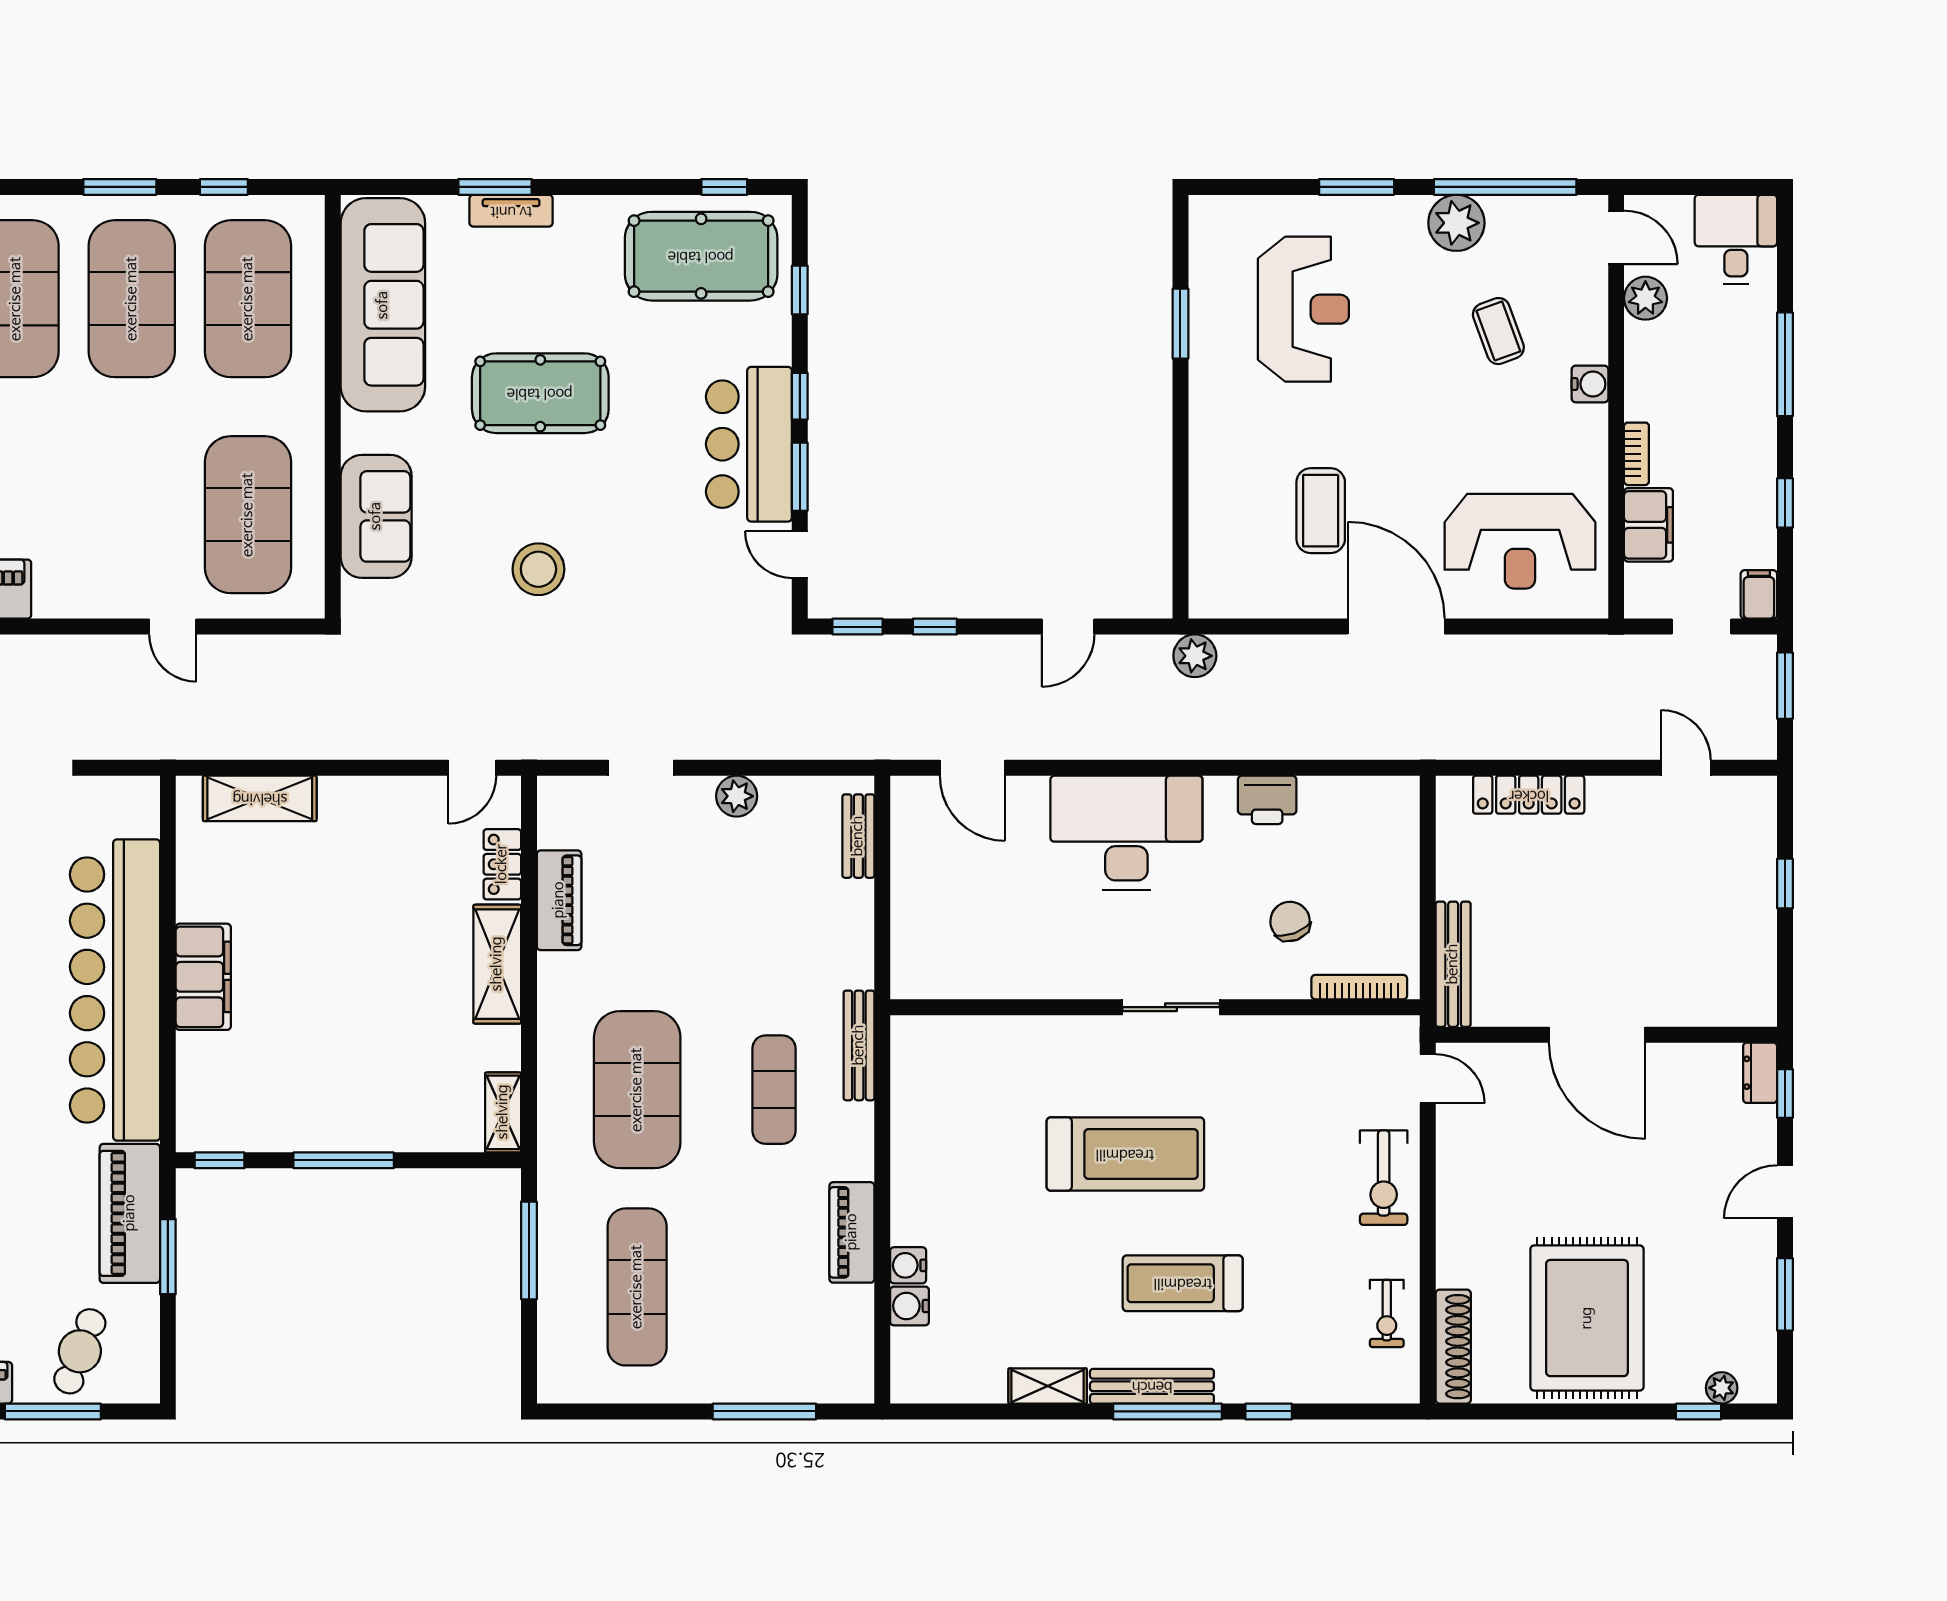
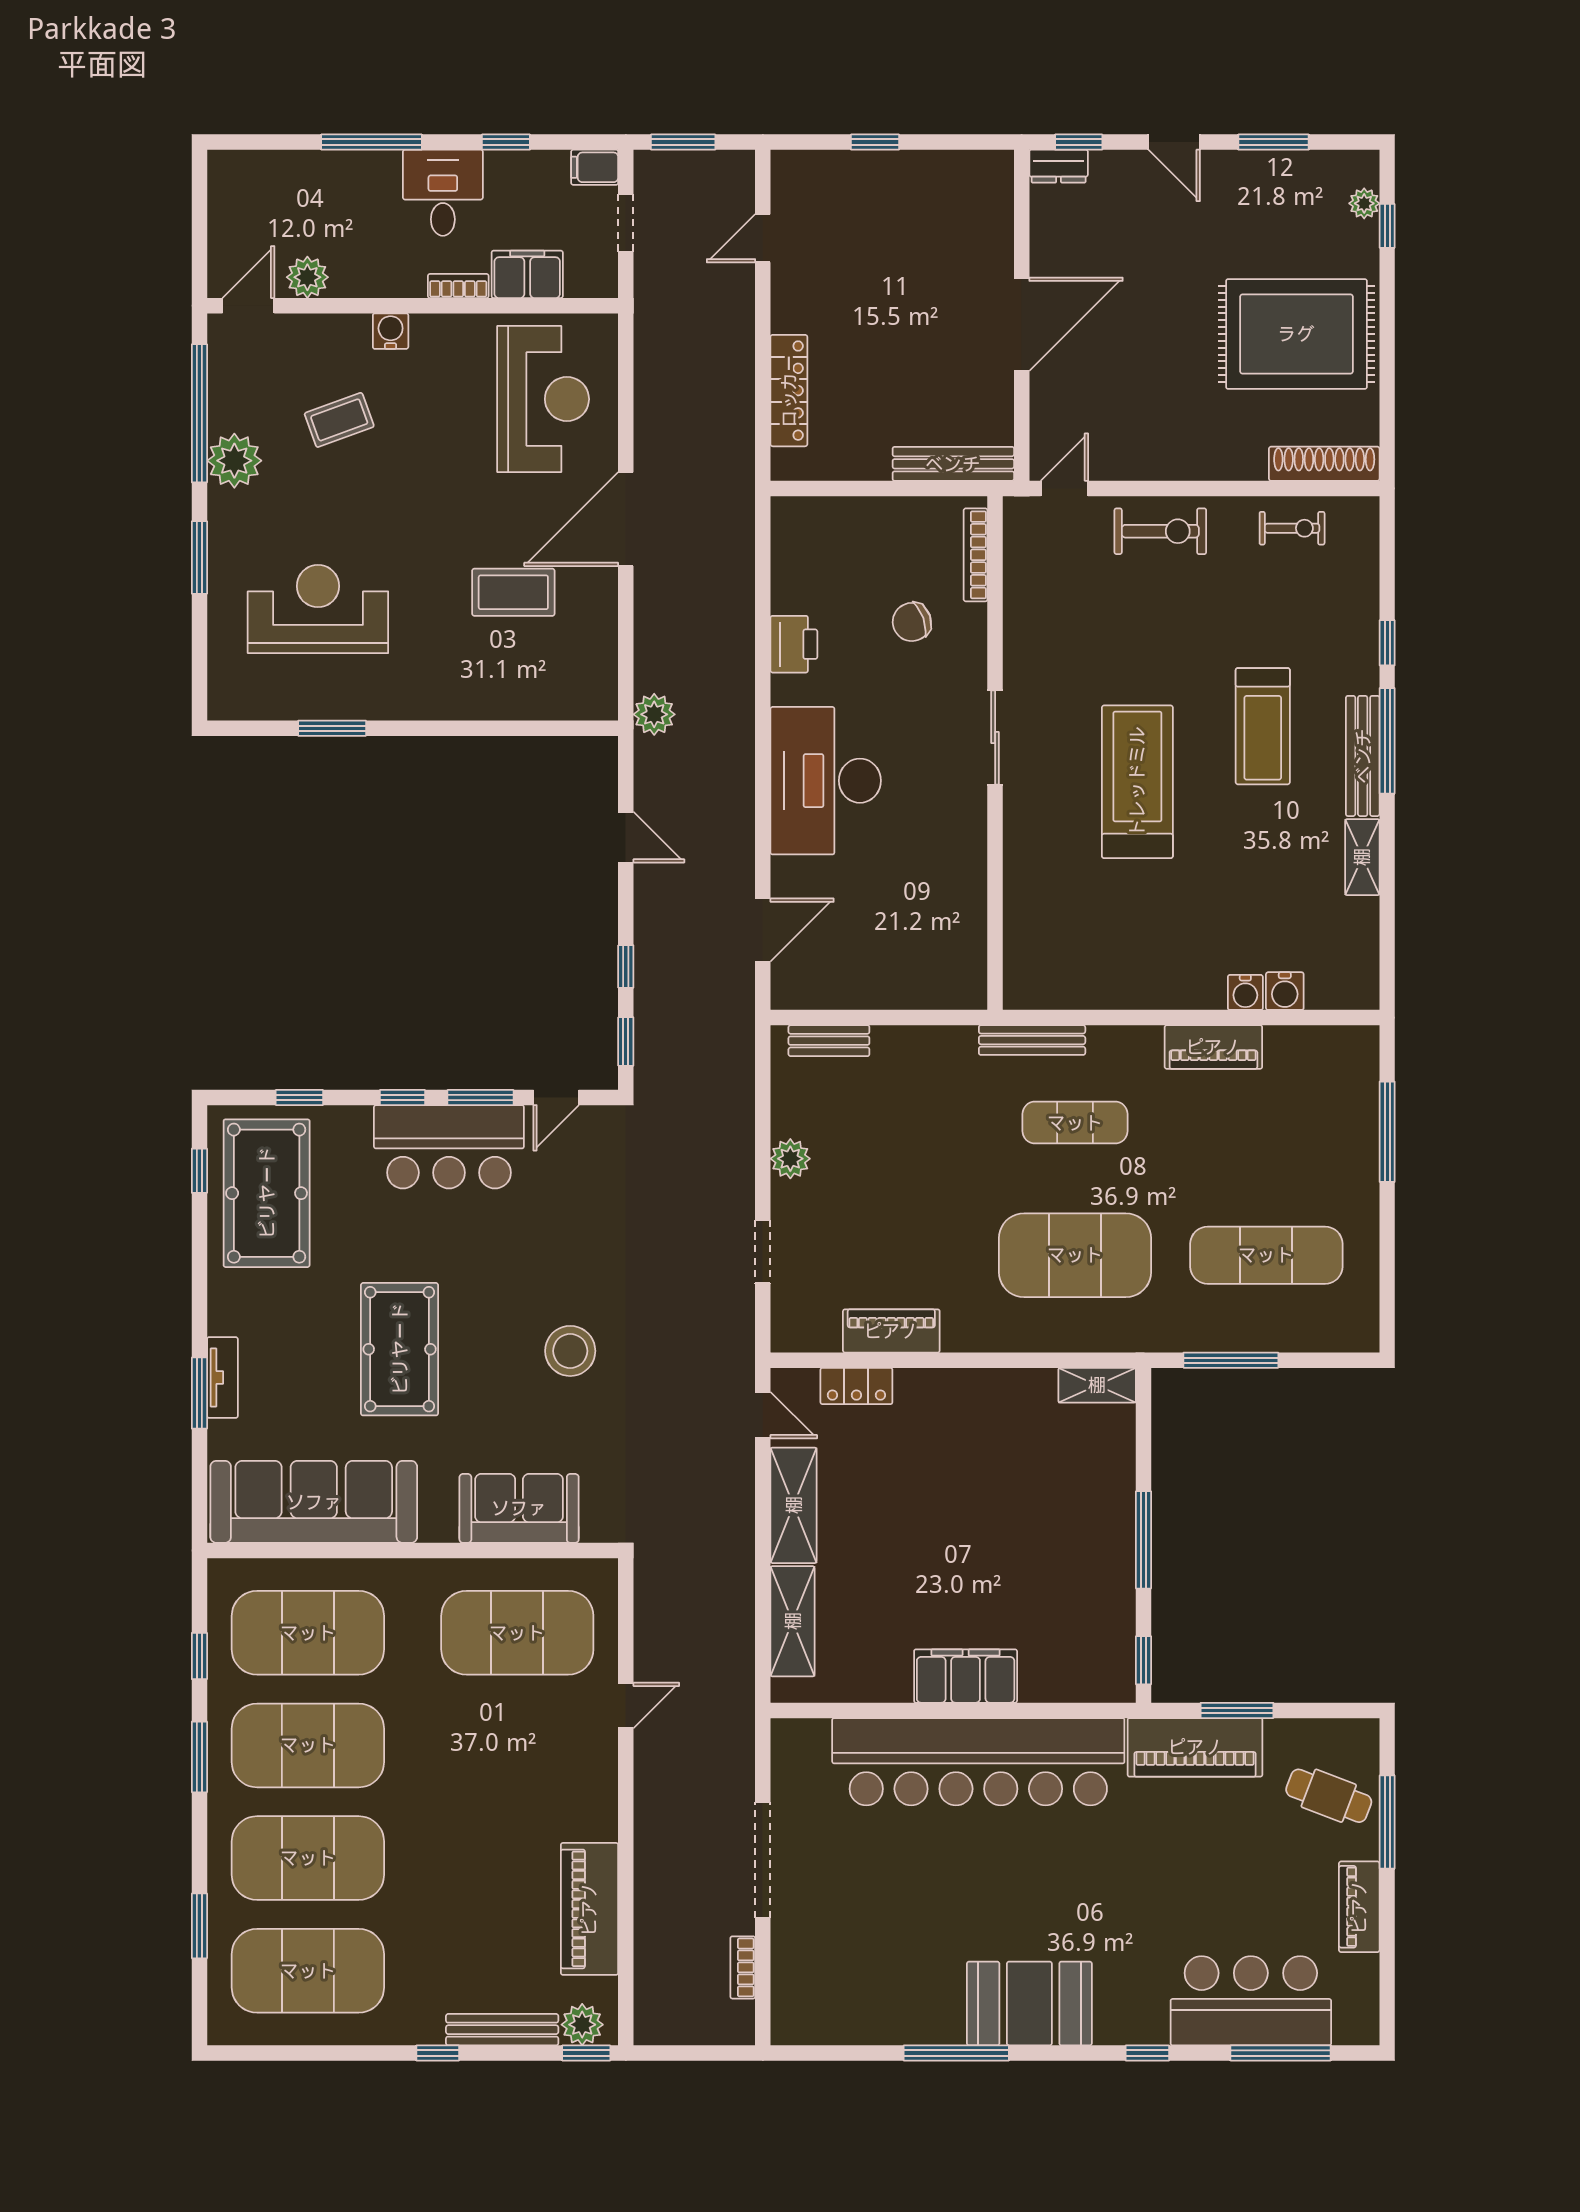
desk: (1736, 239) -> (443, 193), moved, turned 90
shelving: (497, 964) -> (794, 1505), moved, turned 90

